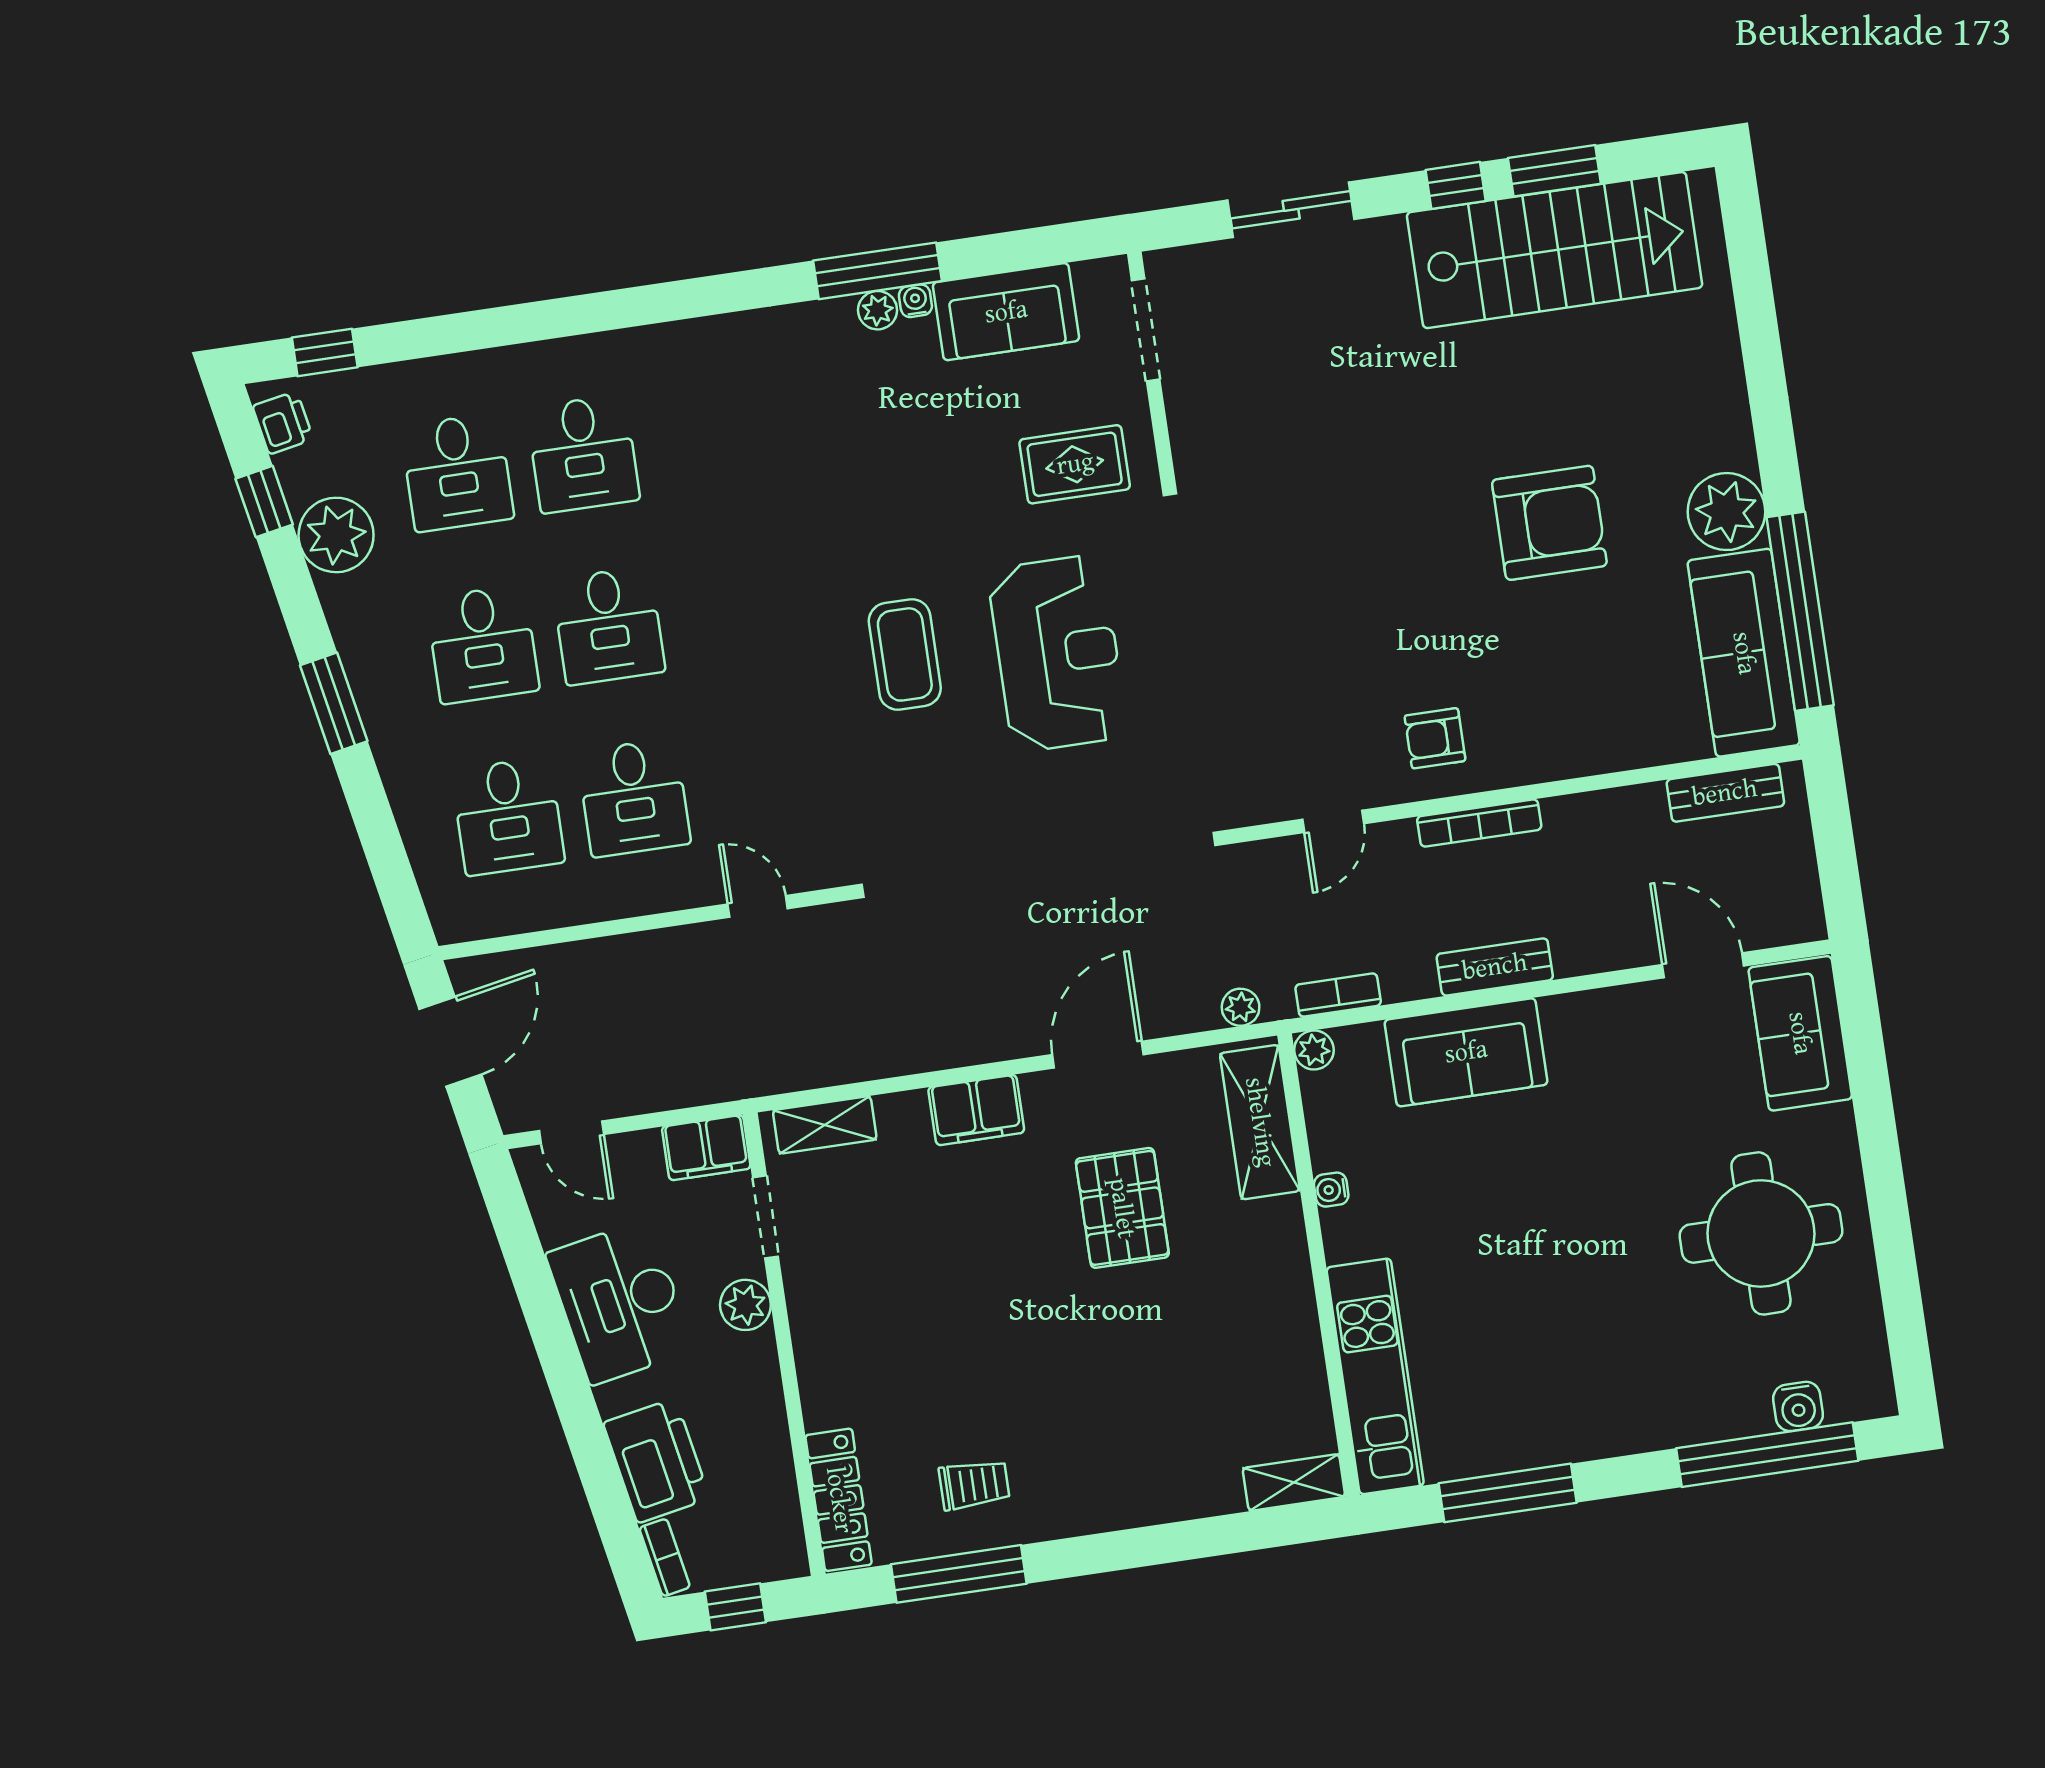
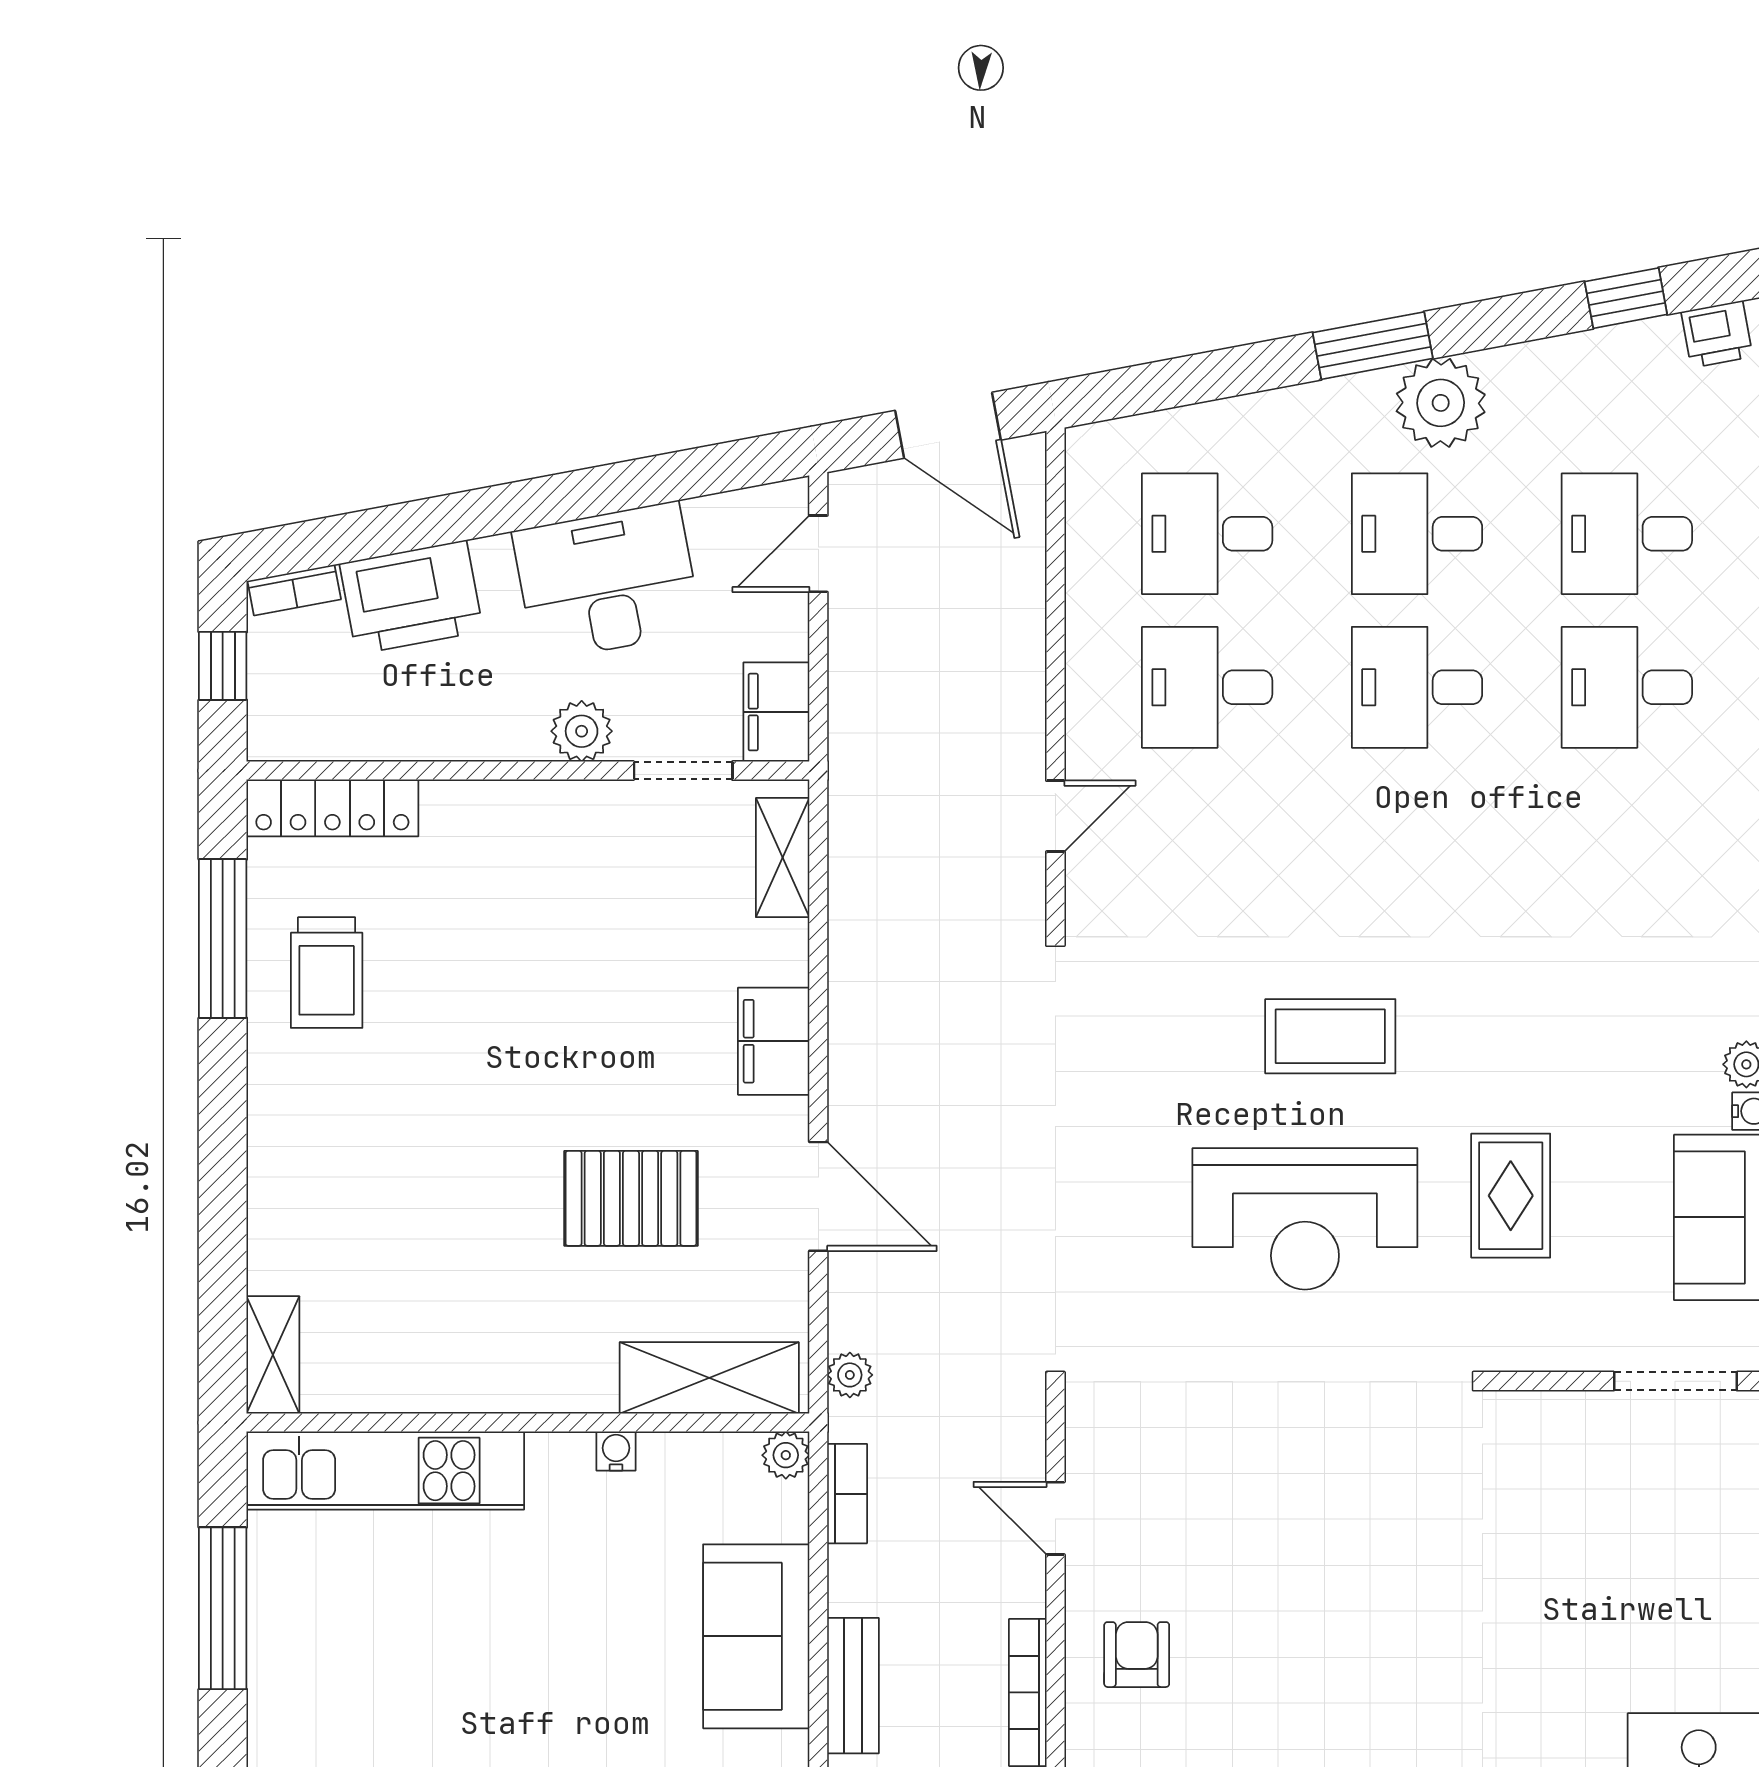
rug: (1075, 464) -> (1511, 1196), moved
plant: (336, 535) -> (1441, 403), moved
trolley: (974, 1485) -> (327, 973), width x1.36, depth x1.39

